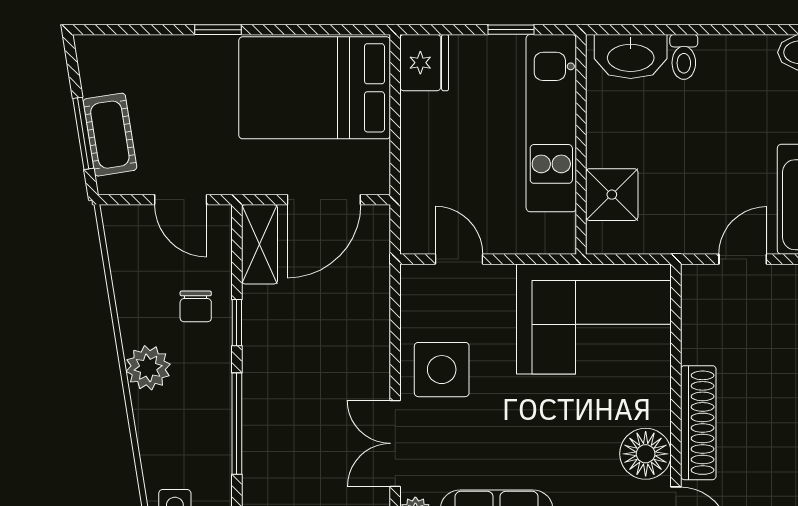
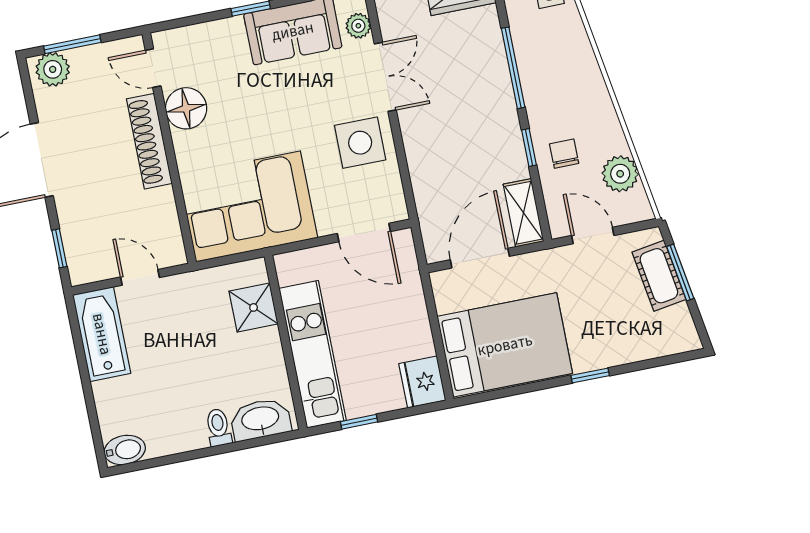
door: (459, 259) -> (364, 233), width x1.38
door: (743, 259) -> (140, 277), swing flipped
plant: (148, 368) -> (620, 174), moved

